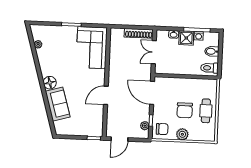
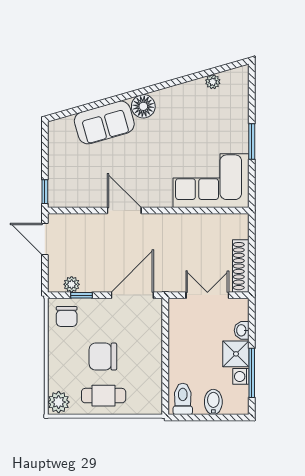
plant: (182, 134) -> (59, 402), moved

